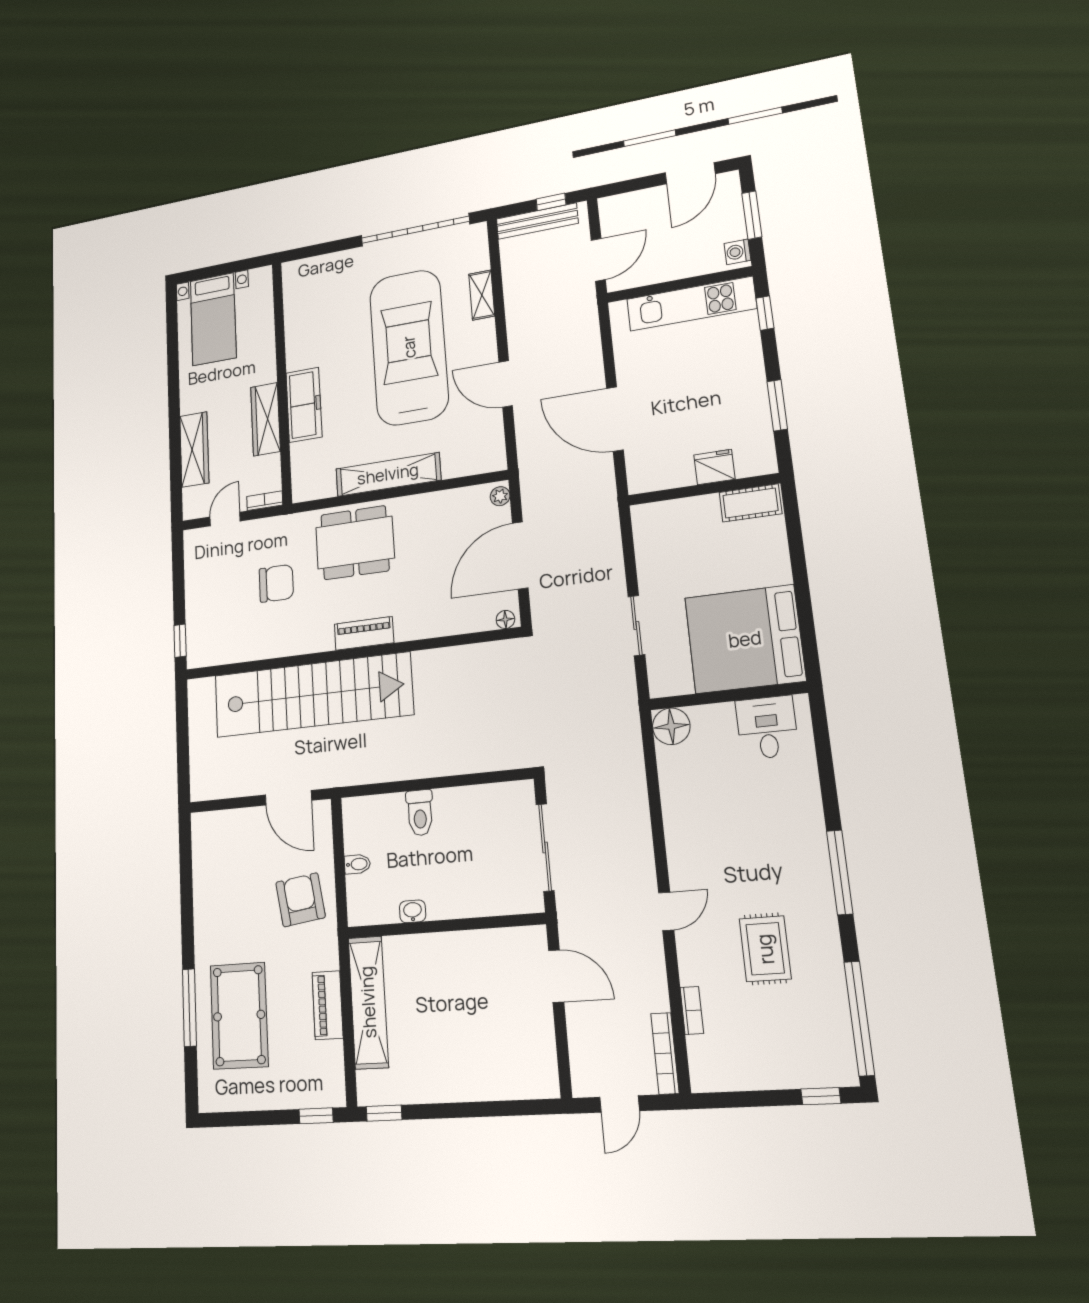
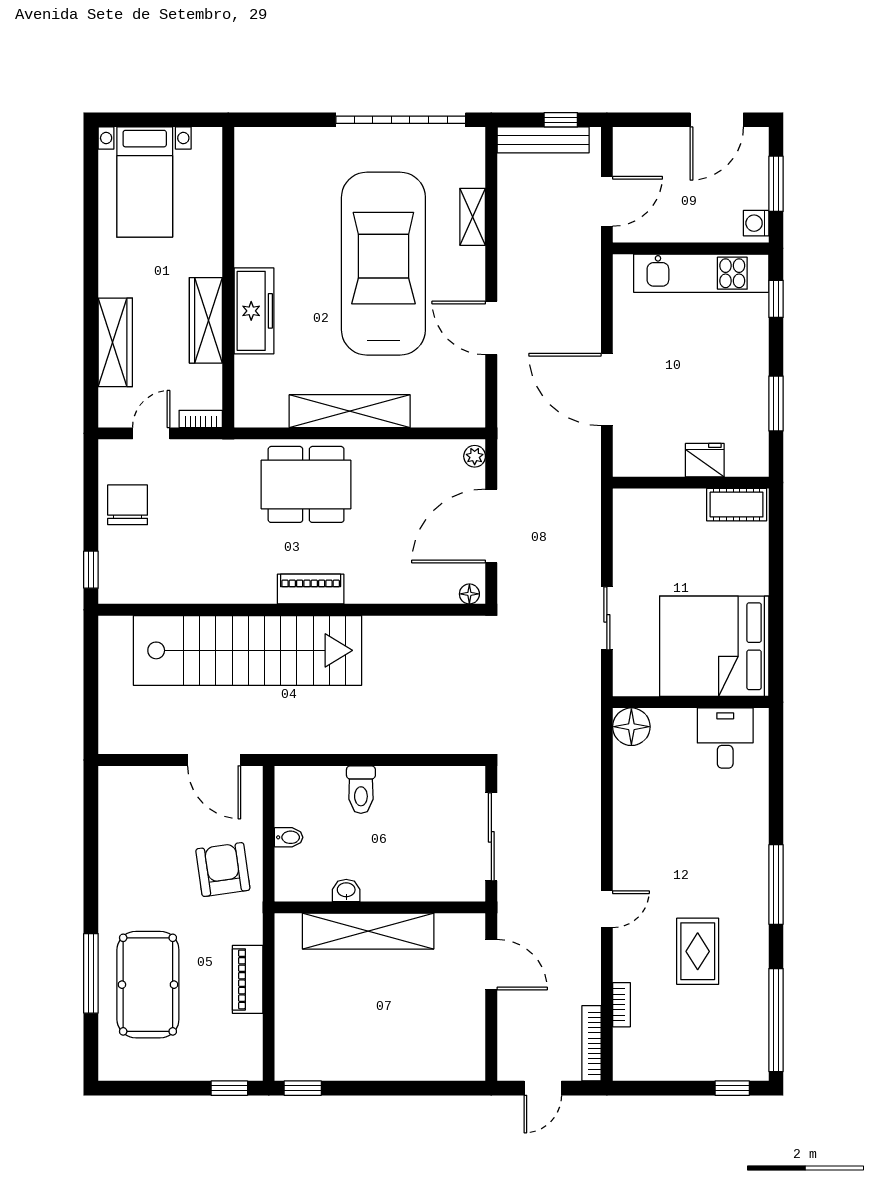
chair: (276, 583) -> (128, 505), moved, turned -90
shelving: (368, 1002) -> (368, 931), moved, turned 90

